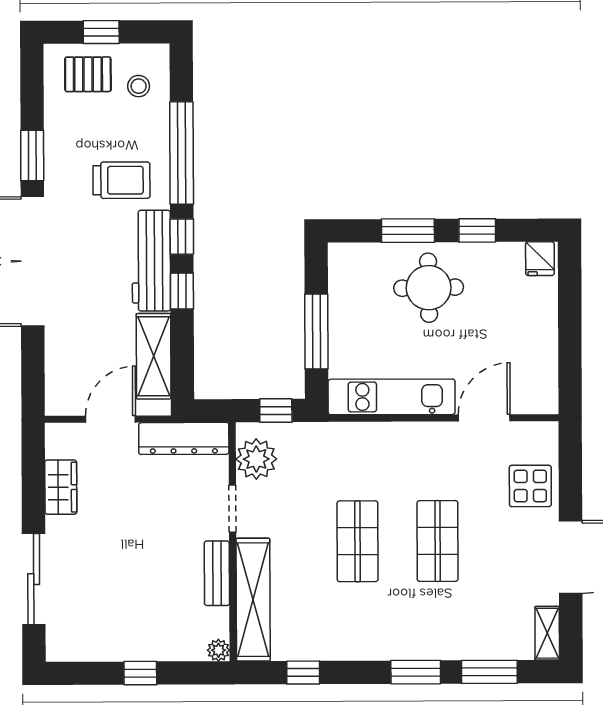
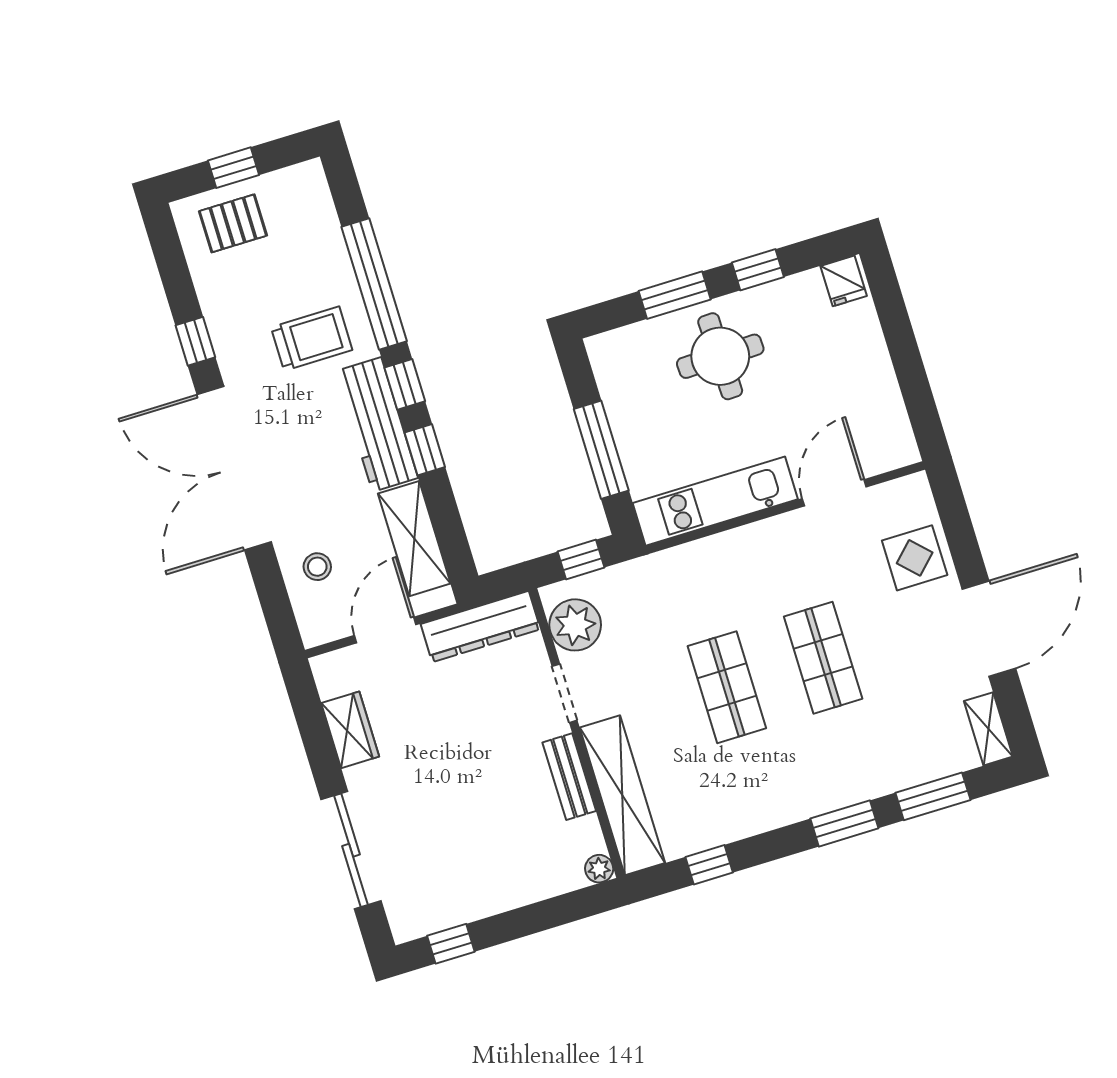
stool: (139, 86) -> (317, 567), moved
window: (32, 155) -> (195, 341), width x0.67
window: (140, 673) -> (451, 944), moved

